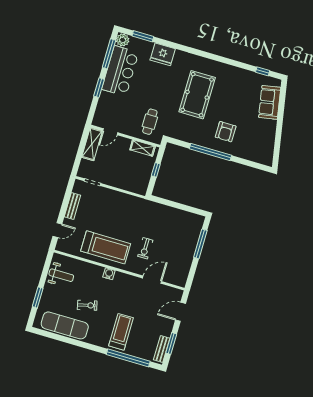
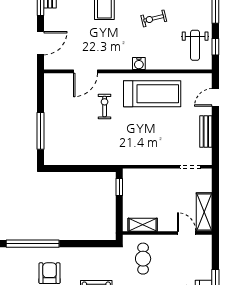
door: (110, 132) -> (187, 233), hinge flipped
window: (210, 152) -> (33, 244), moved
window: (156, 170) -> (119, 187), moved
treadmill: (106, 247) -> (152, 94), turned 180
window: (46, 269) -> (215, 47), added
weight bench: (61, 275) -> (195, 45), turned -90

